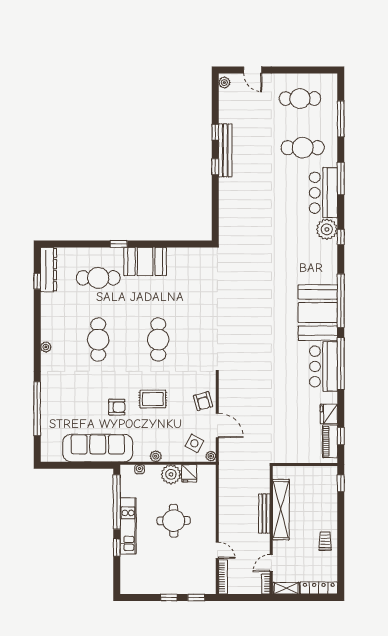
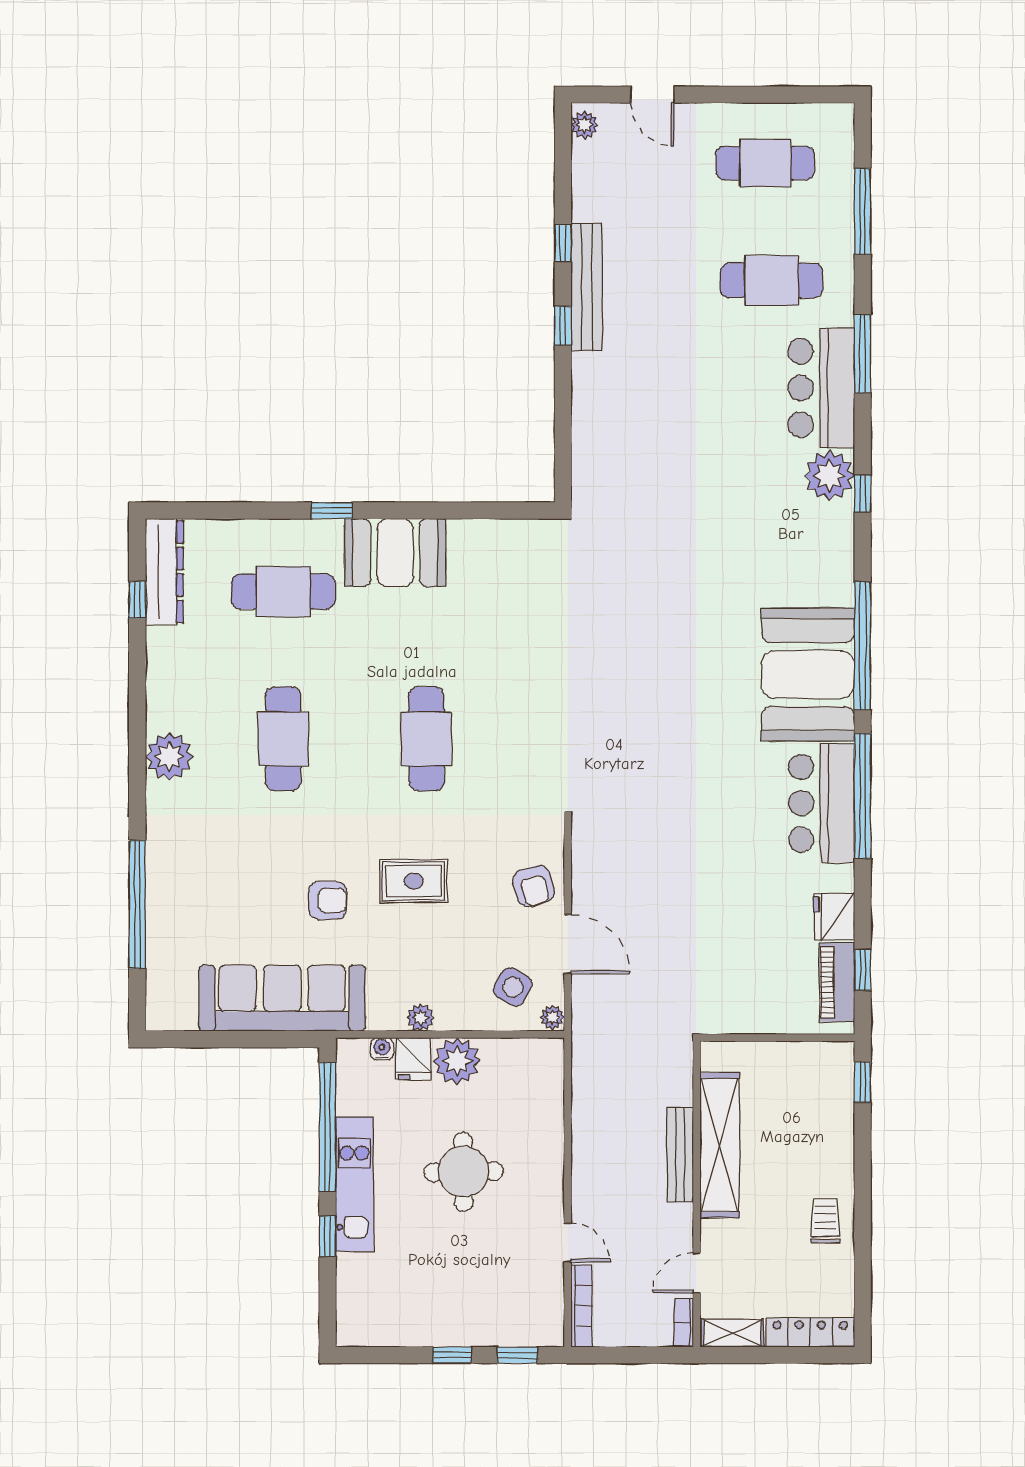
plant: (46, 347) -> (169, 757), width x1.88, depth x1.88
fridge: (189, 473) -> (413, 1059), moved

